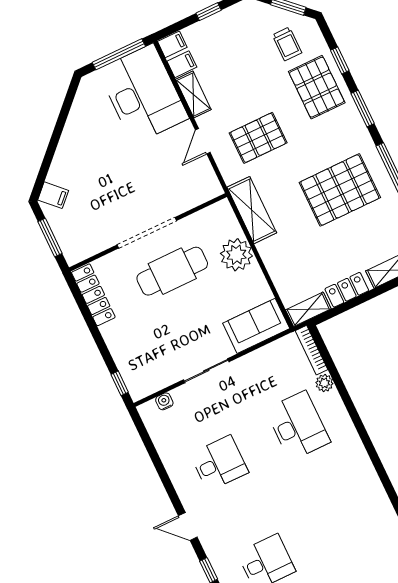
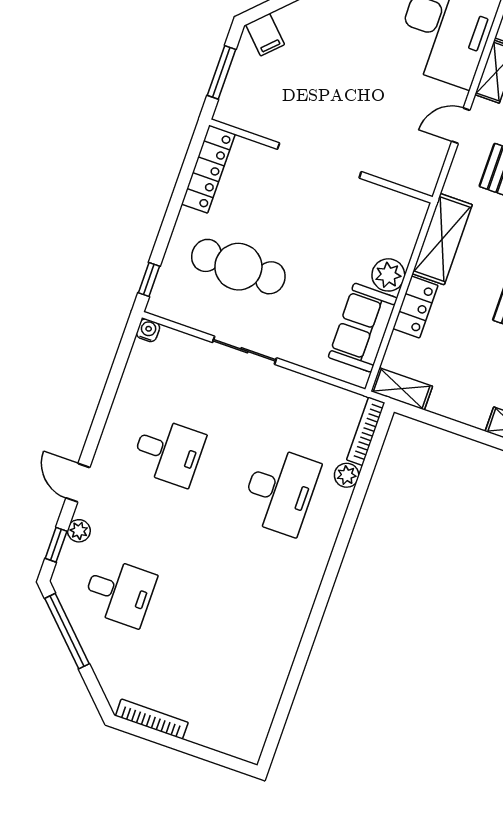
plant: (236, 255) -> (388, 275), width x0.73, depth x0.73
cafe table: (172, 271) -> (238, 267), moved
locker: (347, 290) -> (415, 307), moved, turned 90
sofa: (256, 326) -> (363, 328), moved, turned -90
water cooler: (164, 401) -> (148, 330), moved
plant: (213, 551) -> (79, 531), added

